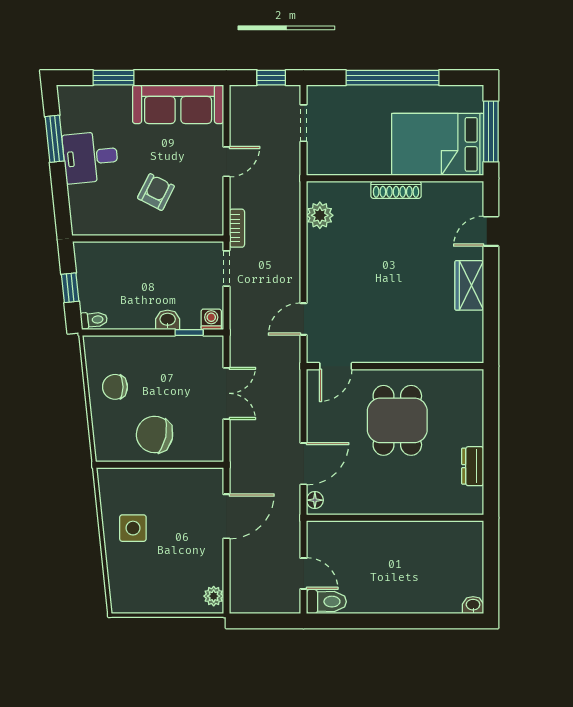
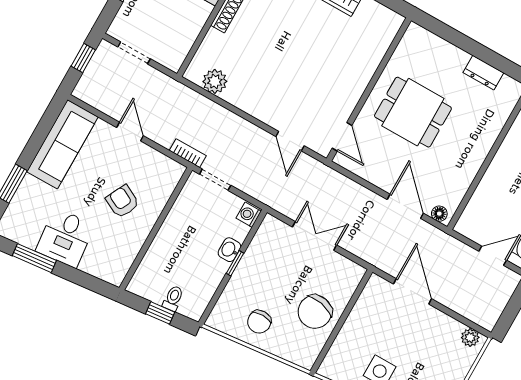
toilet: (94, 320) -> (173, 298), moved
window: (189, 332) -> (235, 263), moved

